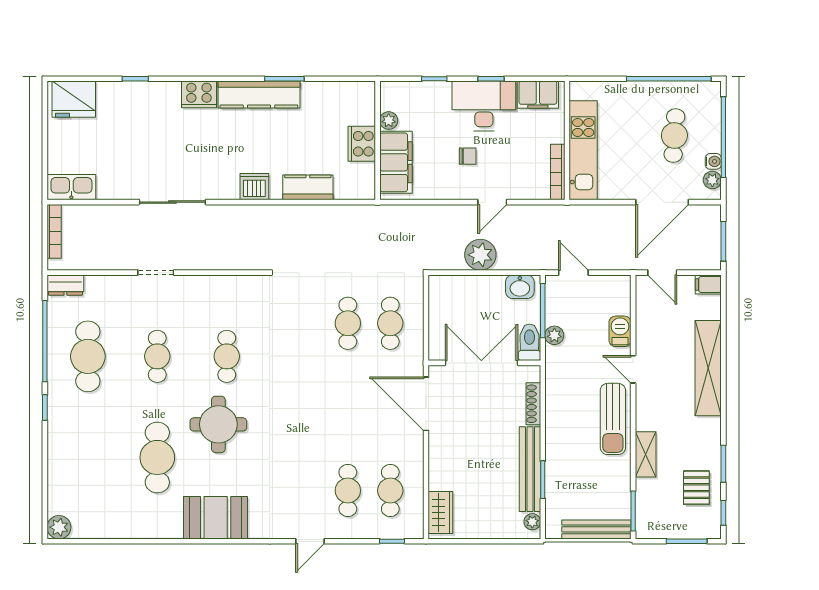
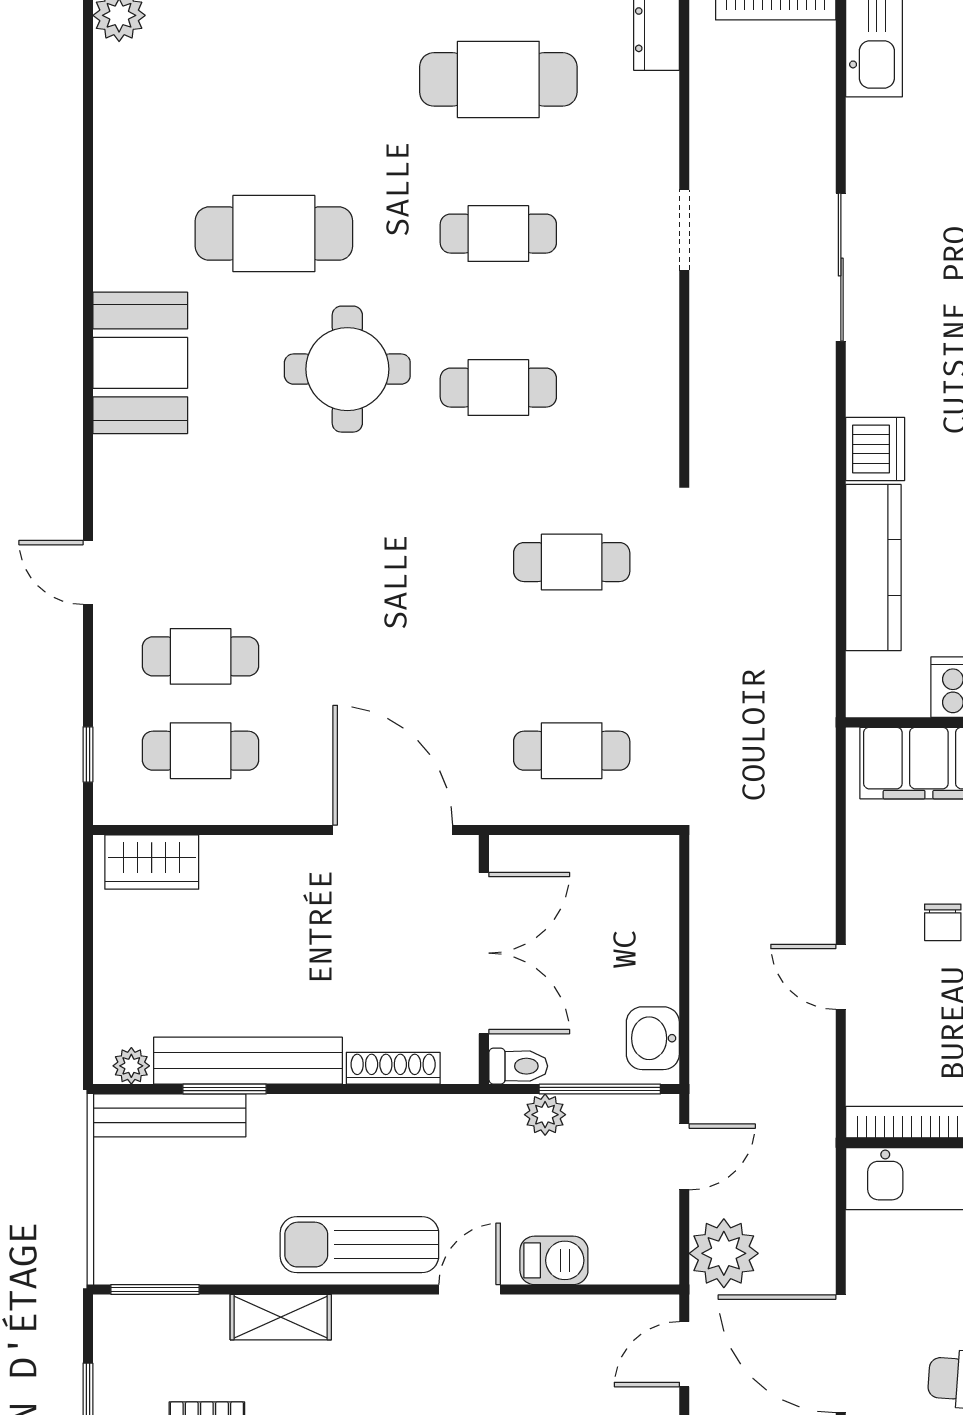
kitchen counter: (308, 187) -> (873, 568), width x1.50
plant: (480, 255) -> (724, 1253), moved
cafe table: (348, 323) -> (572, 562), moved
toilet: (529, 342) -> (518, 1066), width x0.73, depth x0.72
door: (426, 404) -> (393, 830), hinge flipped
bench: (596, 529) -> (169, 1115), moved, turned 90

